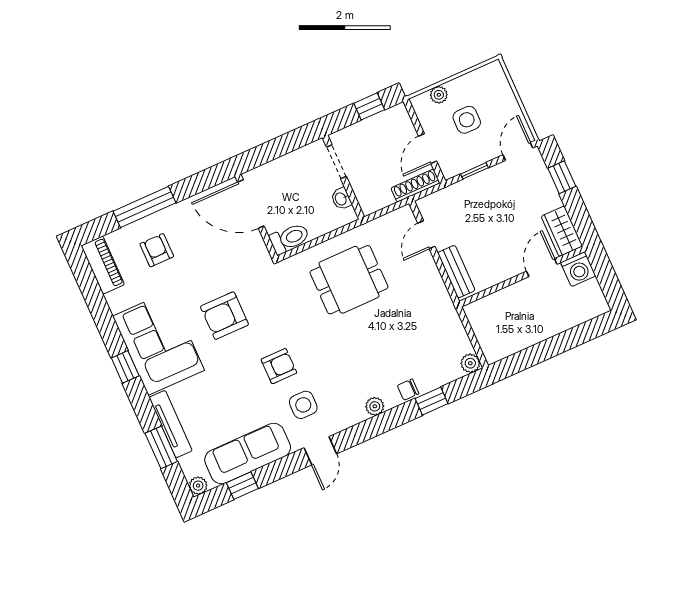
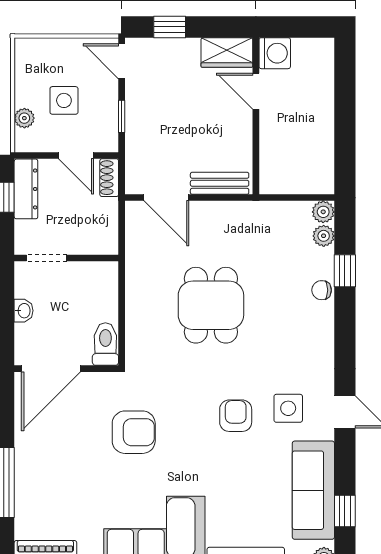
dresser: (384, 121) -> (26, 189), added
shoe rack: (415, 186) -> (109, 178), width x0.70
washbasin: (341, 199) -> (24, 311), moved, turned -90
door: (426, 235) -> (166, 198), width x1.38
armchair: (157, 250) -> (55, 490), removed
dining table: (349, 280) -> (211, 305), moved
armchair: (224, 316) -> (134, 432), moved, turned -90
chair: (408, 390) -> (322, 290), turned 90
plant: (375, 406) -> (324, 236), moved

